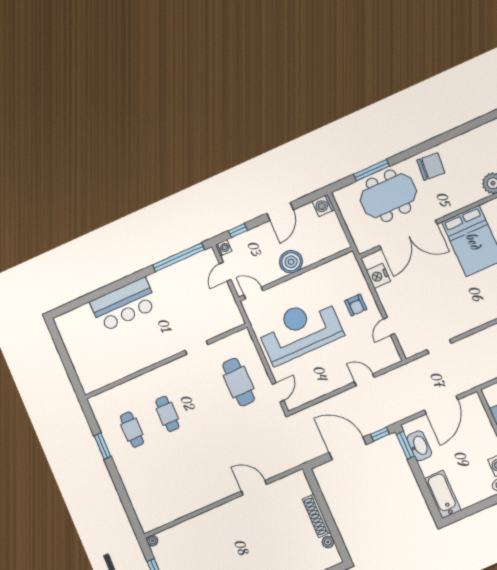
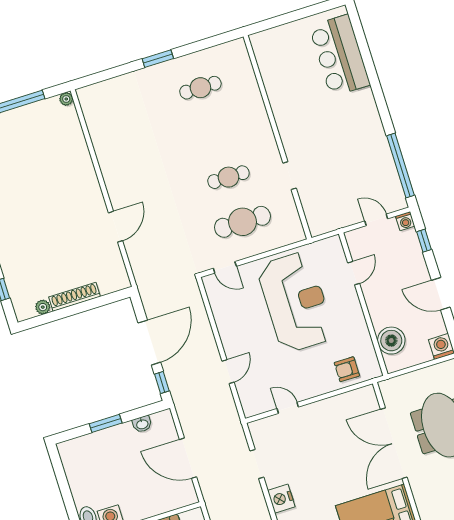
boiler: (291, 262) -> (391, 341), moved
nightstand: (378, 276) -> (281, 499), moved, turned -90
door: (254, 293) -> (354, 273), moved
bar counter: (124, 305) -> (340, 56), moved
armchair: (356, 305) -> (347, 369), moved
cafe table: (167, 414) -> (228, 177), moved
window: (405, 445) -> (106, 423), moved
window: (102, 446) -> (158, 59), moved
washbasin: (419, 446) -> (142, 424), width x0.52, depth x0.69
bathtub: (443, 494) -> (84, 448), removed

